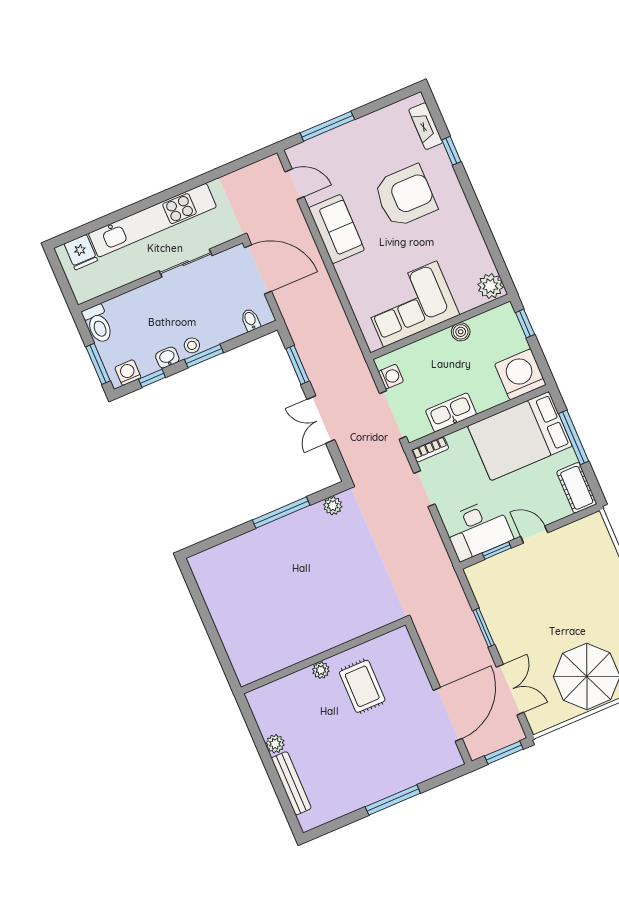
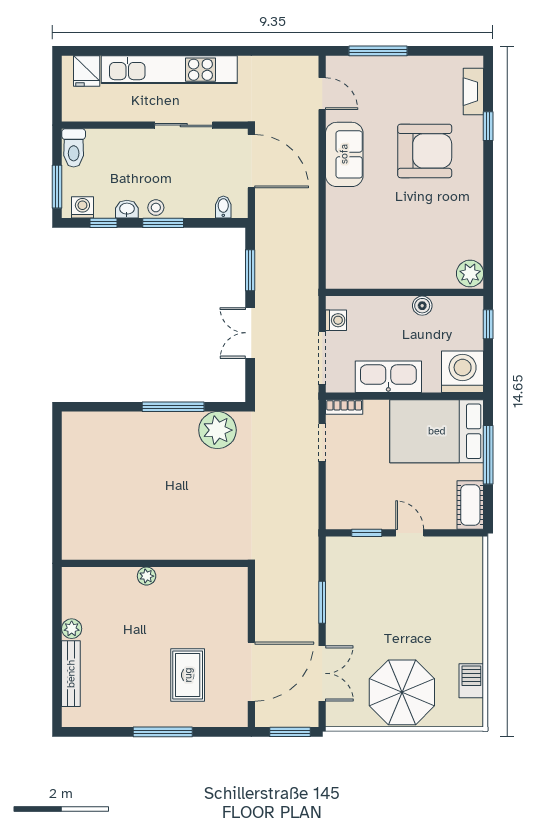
corner sofa: (410, 304) -> (385, 258), removed
kitchen sink: (451, 412) -> (388, 377), width x1.36, depth x1.24
plant: (333, 506) -> (217, 430), width x1.88, depth x1.88
desk: (478, 529) -> (357, 505), removed
rug: (362, 686) -> (188, 675), moved

